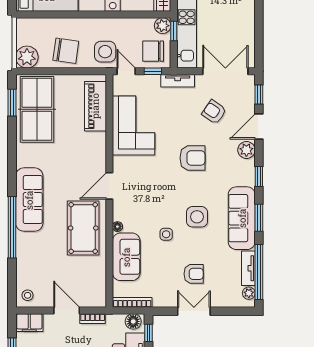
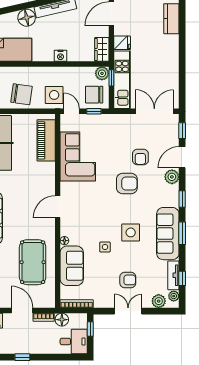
tv unit: (178, 81) -> (115, 119), removed
armchair: (214, 112) -> (140, 157), moved, turned -124
pool table: (83, 228) -> (33, 262), moved
window: (259, 272) -> (182, 278), width x0.32
plant: (231, 299) -> (159, 301), added
floor lamp: (133, 321) -> (62, 320), moved

